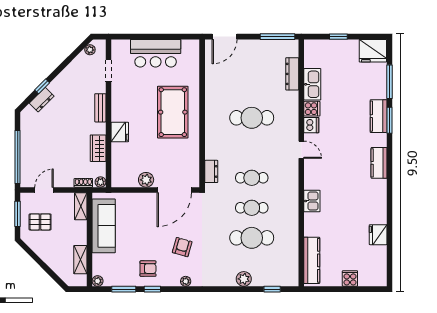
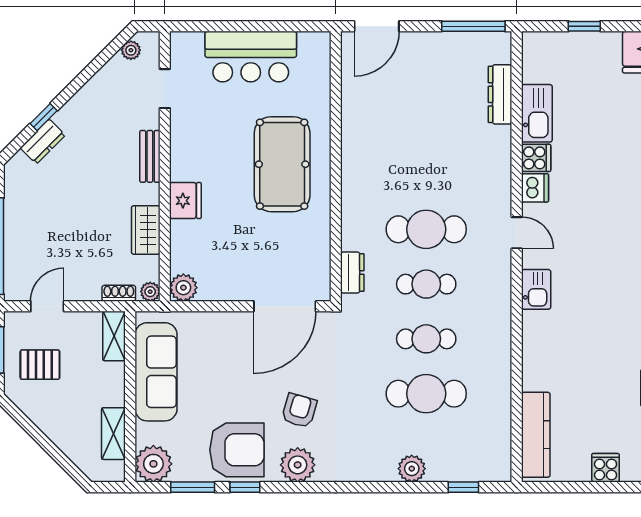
cafe table: (252, 118) -> (426, 229), moved
plant: (146, 180) -> (183, 288), moved
kitchen sink: (312, 201) -> (536, 289), moved
armchair: (148, 269) -> (237, 450), width x1.88, depth x1.88
plant: (98, 281) -> (153, 464), width x1.88, depth x1.88
plant: (186, 281) -> (298, 465), width x1.88, depth x1.88

